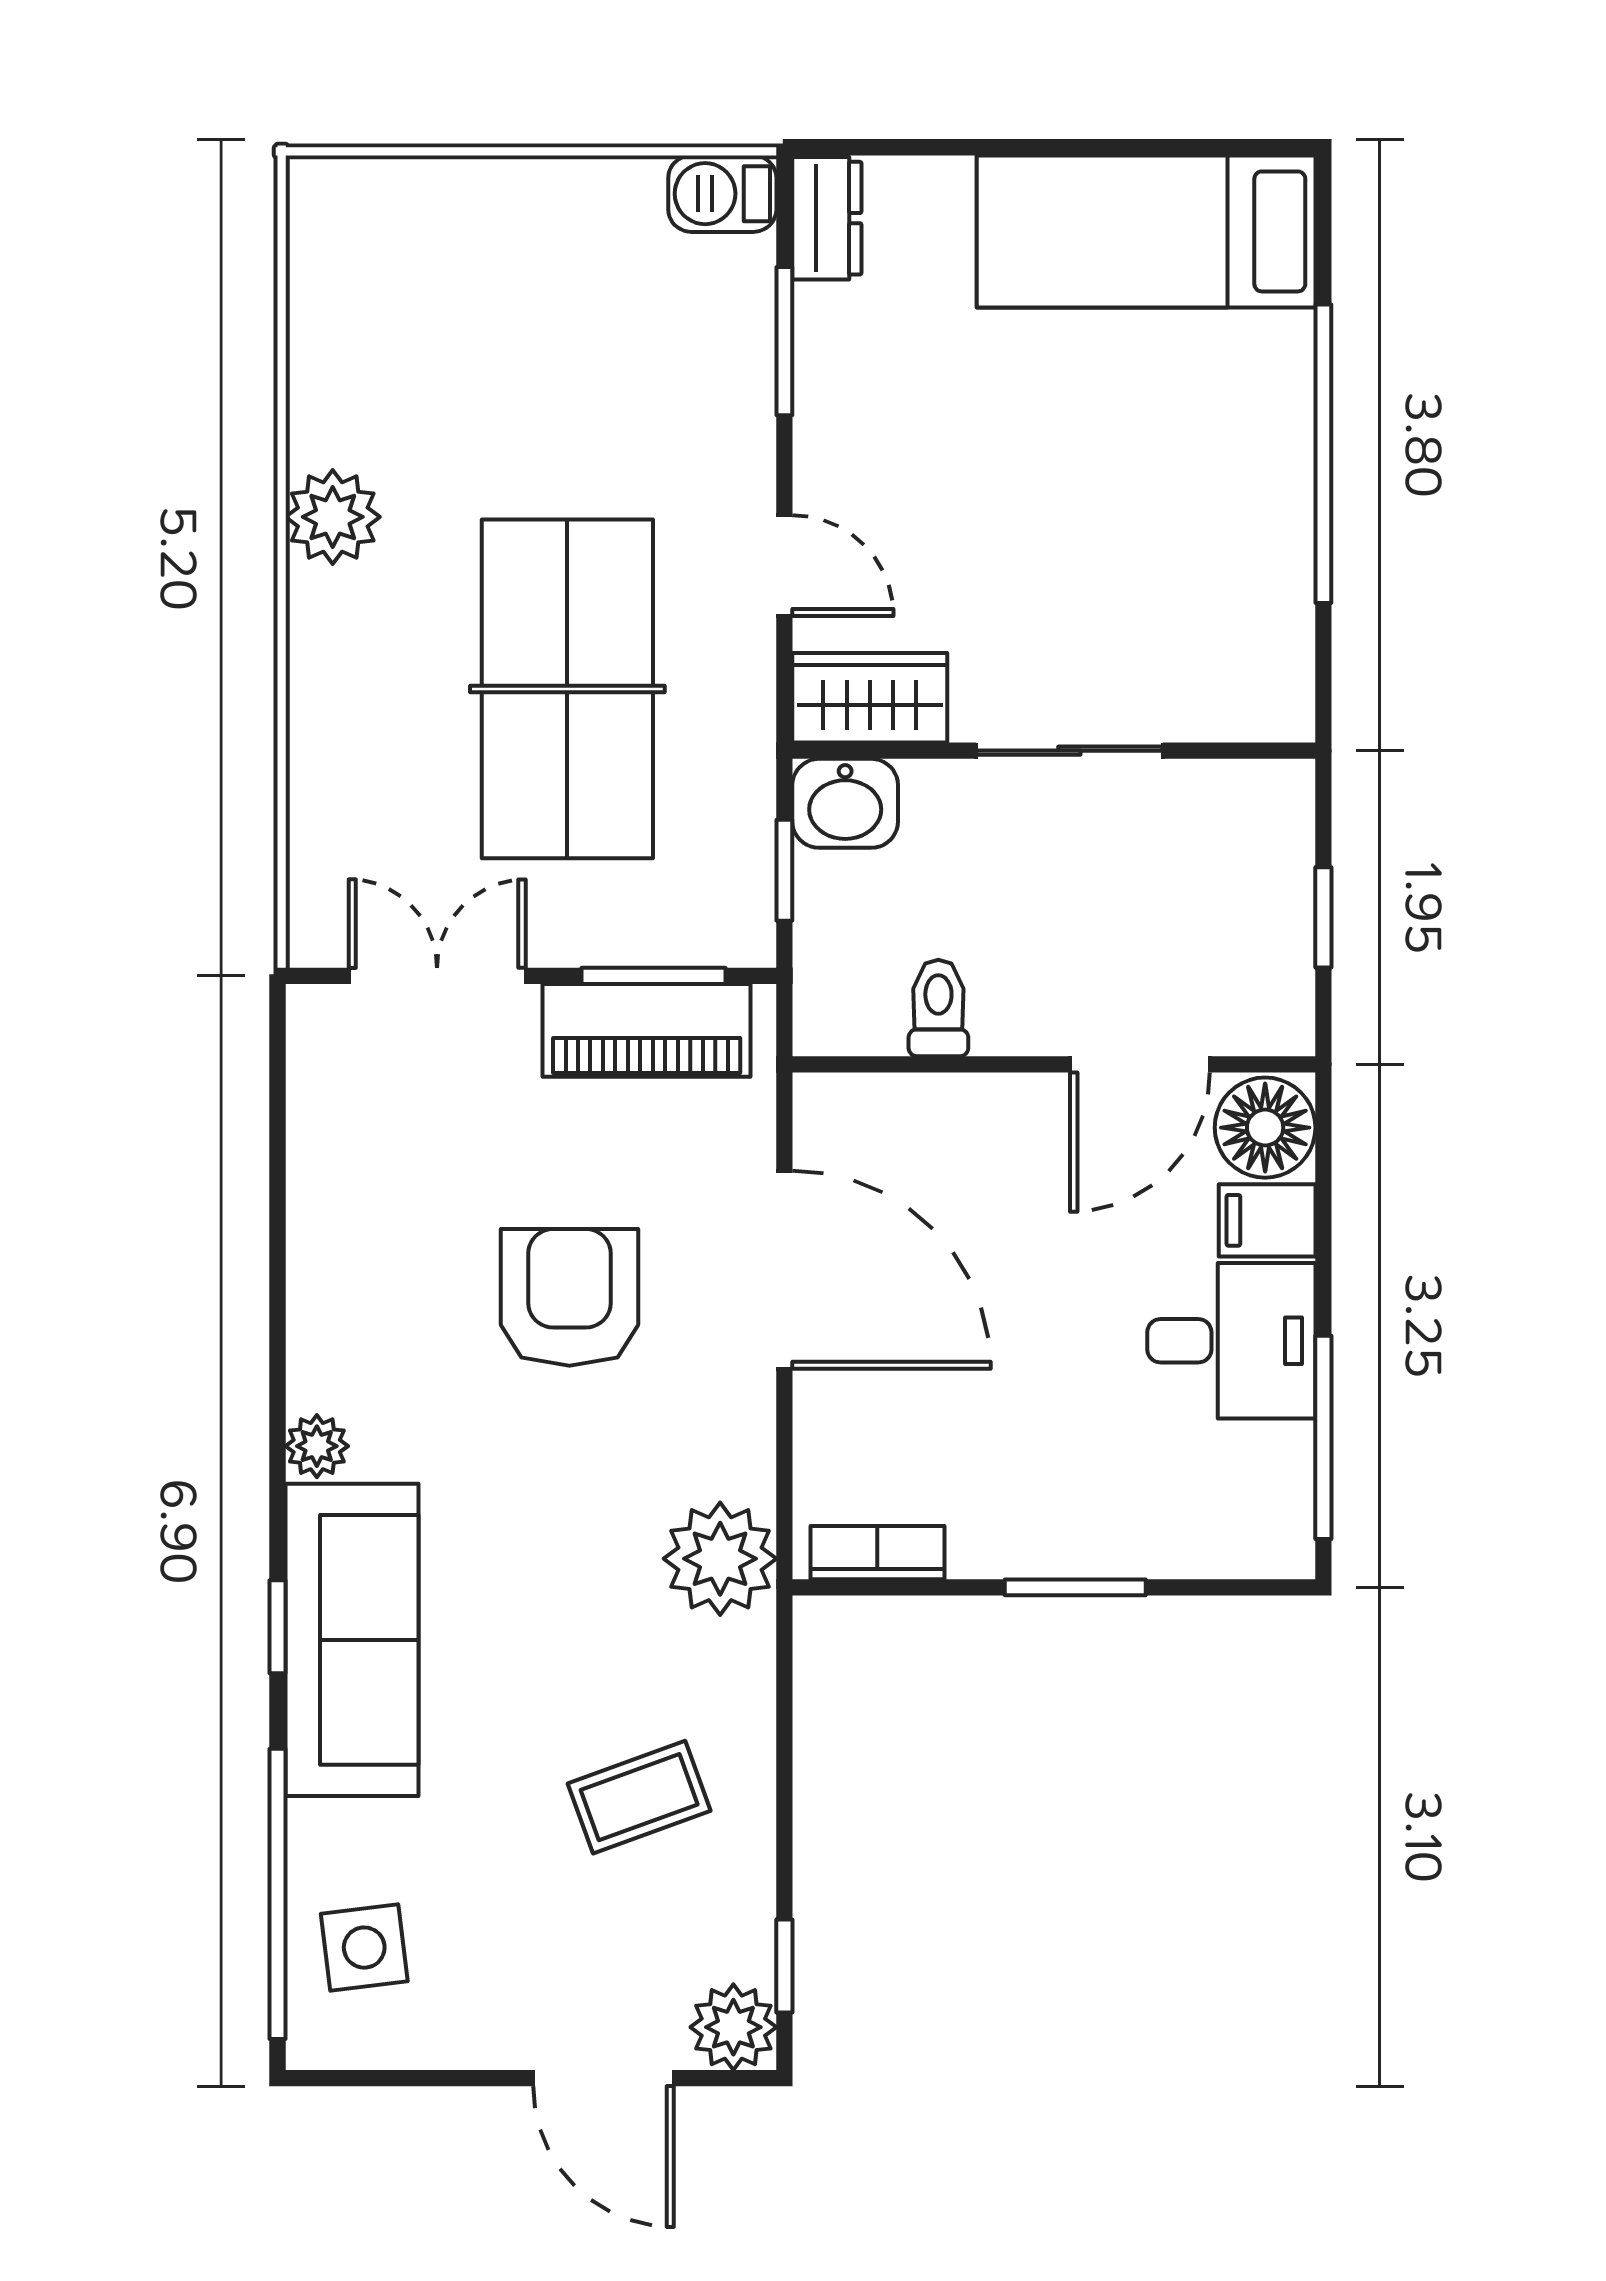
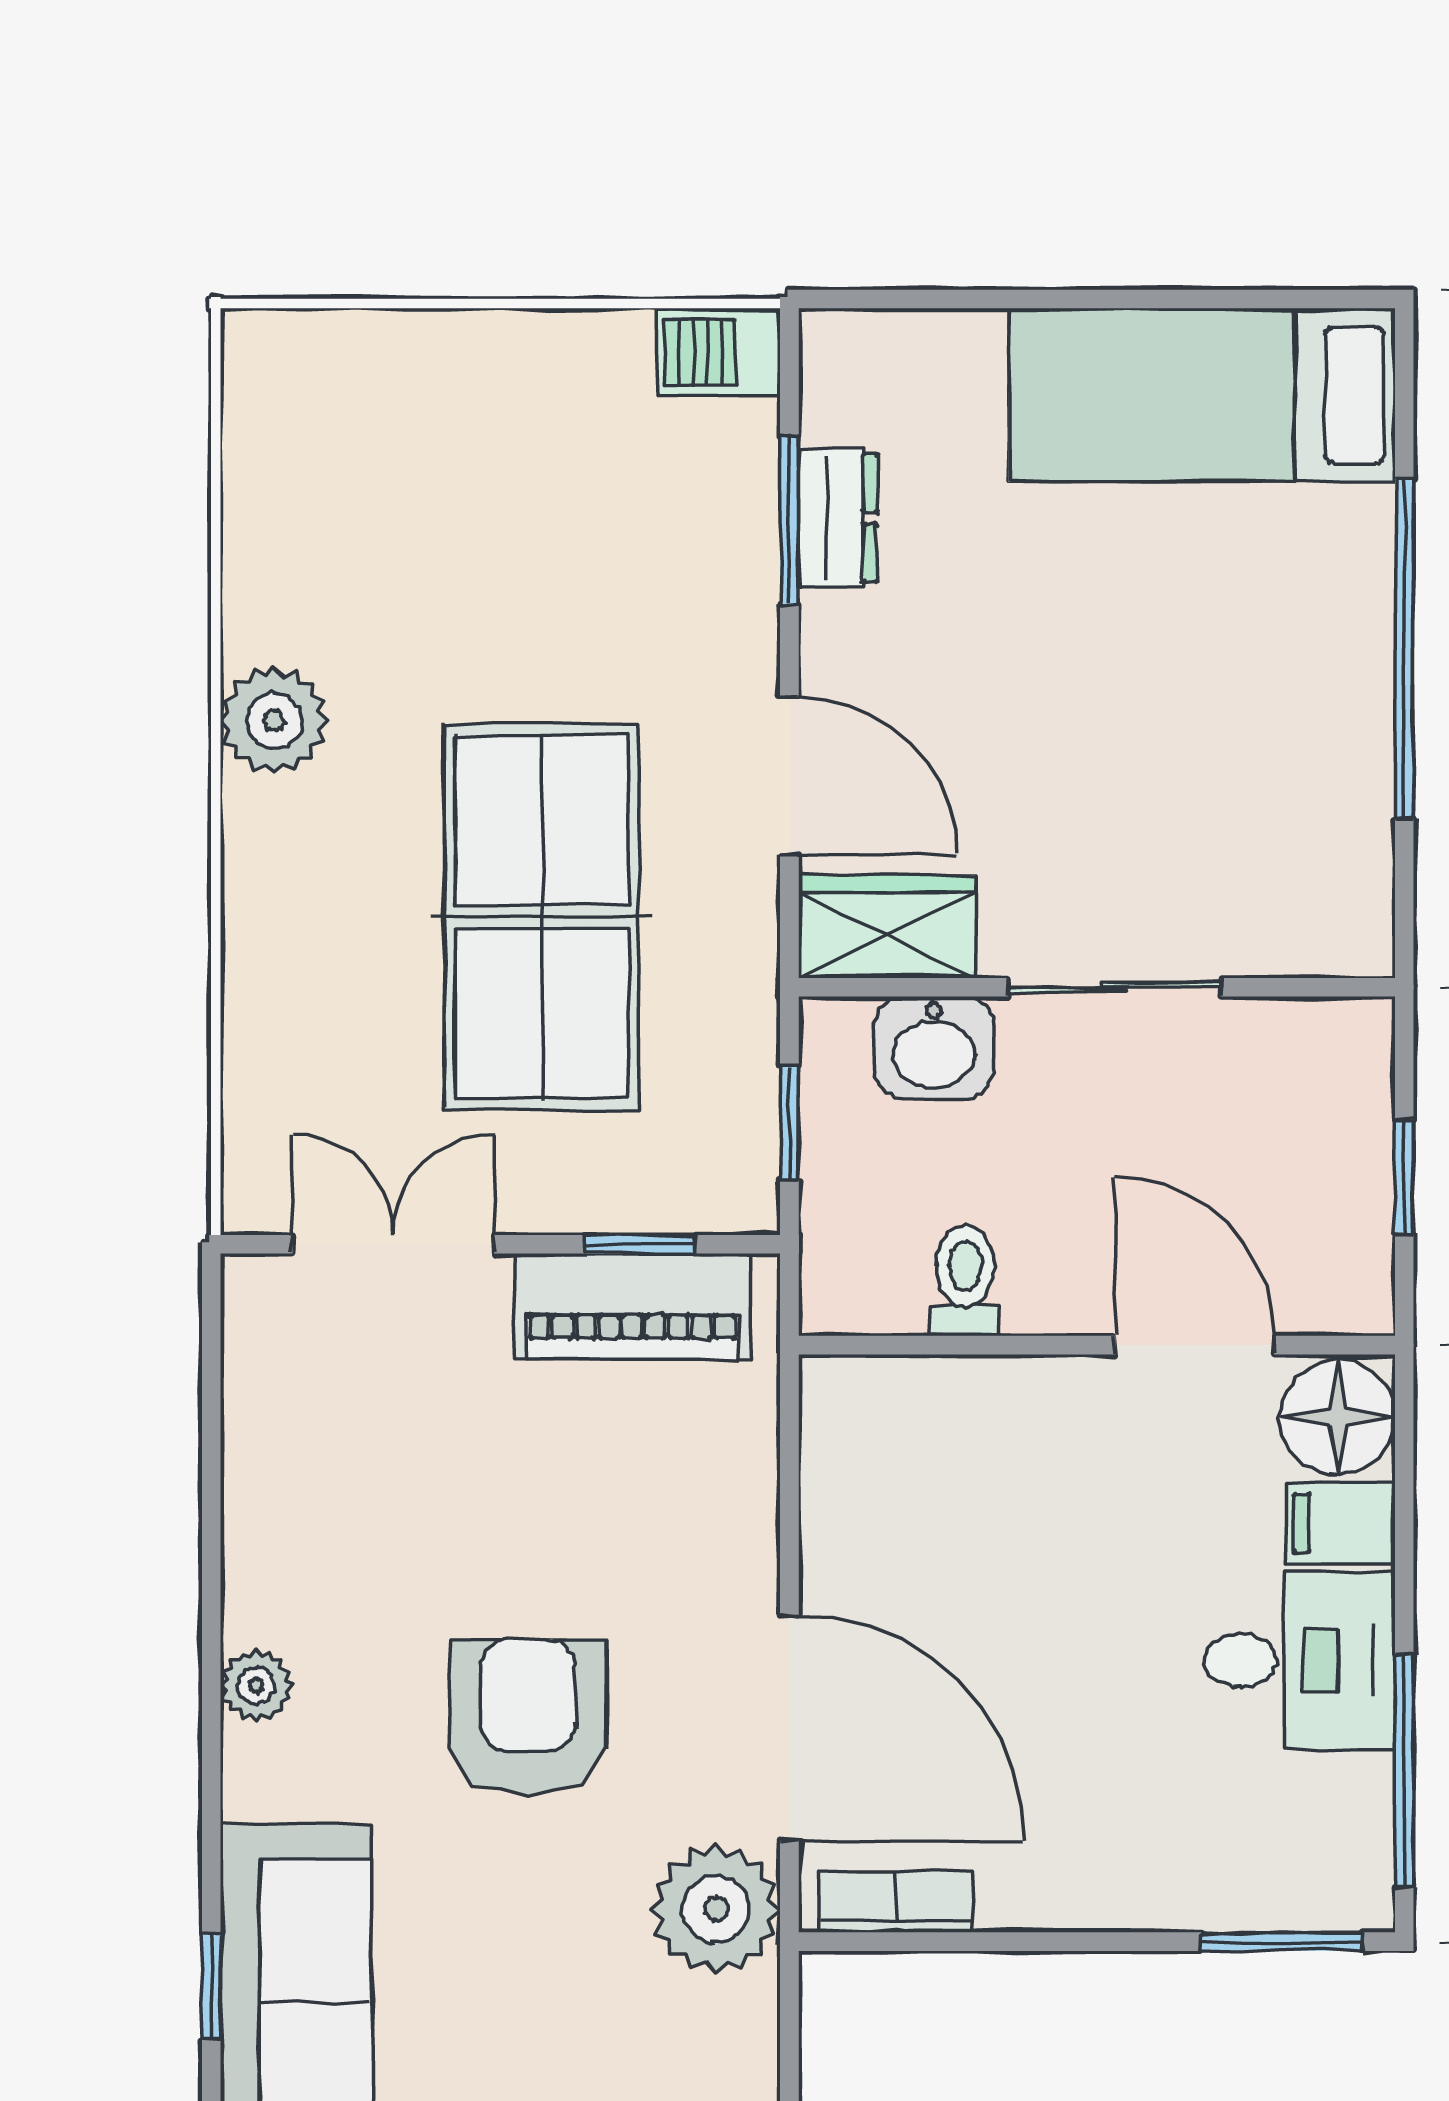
dresser: (827, 218) -> (838, 518), moved
door: (784, 566) -> (789, 776), width x1.38
washbasin: (845, 803) -> (934, 1047), moved
window: (654, 976) -> (640, 1244), width x0.67
door: (1140, 1064) -> (1195, 1345), swing flipped
door: (784, 1270) -> (789, 1728), moved
armchair: (569, 1297) -> (528, 1717), moved
plant: (317, 1446) -> (256, 1685), moved
window: (1075, 1587) -> (1281, 1942), moved

